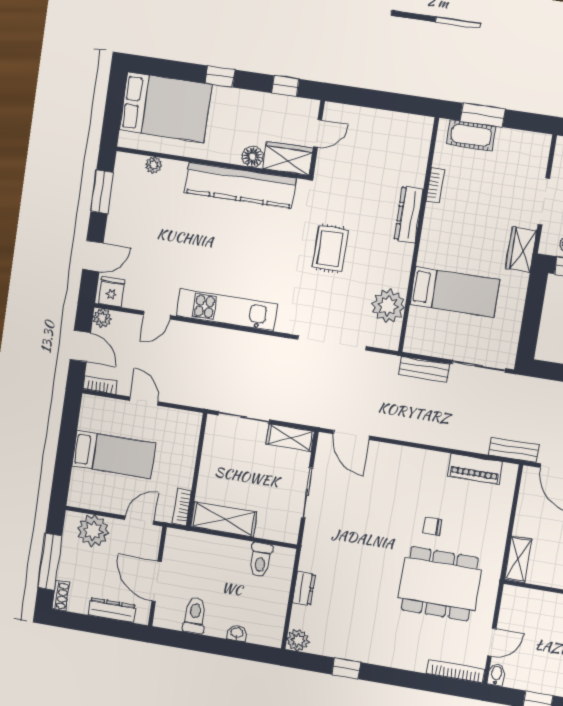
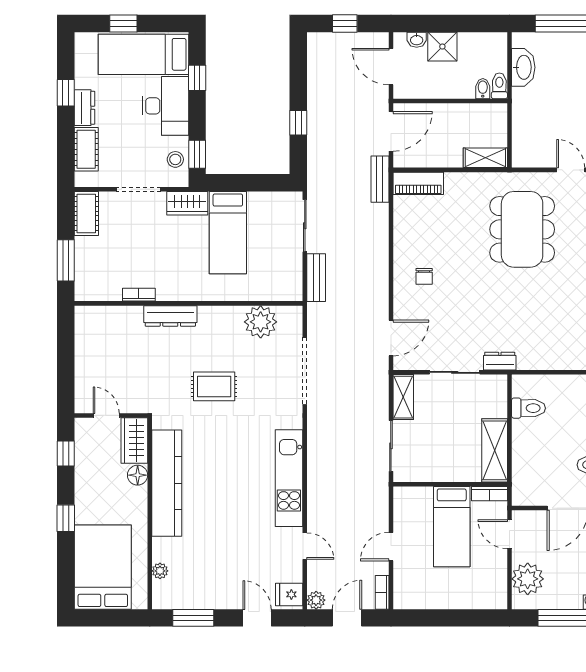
cot: (471, 135) -> (86, 213), moved
bed: (455, 292) -> (228, 233), moved, turned 180
bed: (114, 455) -> (452, 527), moved, turned 180
piano: (475, 469) -> (418, 183), moved, turned 90
chair: (433, 526) -> (424, 276), moved
dresser: (304, 588) -> (500, 361), moved

